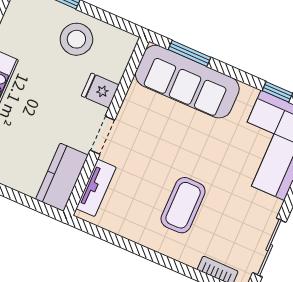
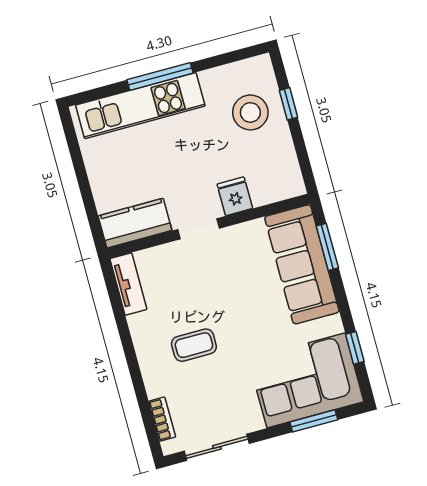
stool: (76, 39) -> (250, 112), moved
tv unit: (96, 188) -> (128, 284), moved, turned -90
coffee table: (183, 205) -> (194, 345), width x0.73, depth x0.77

